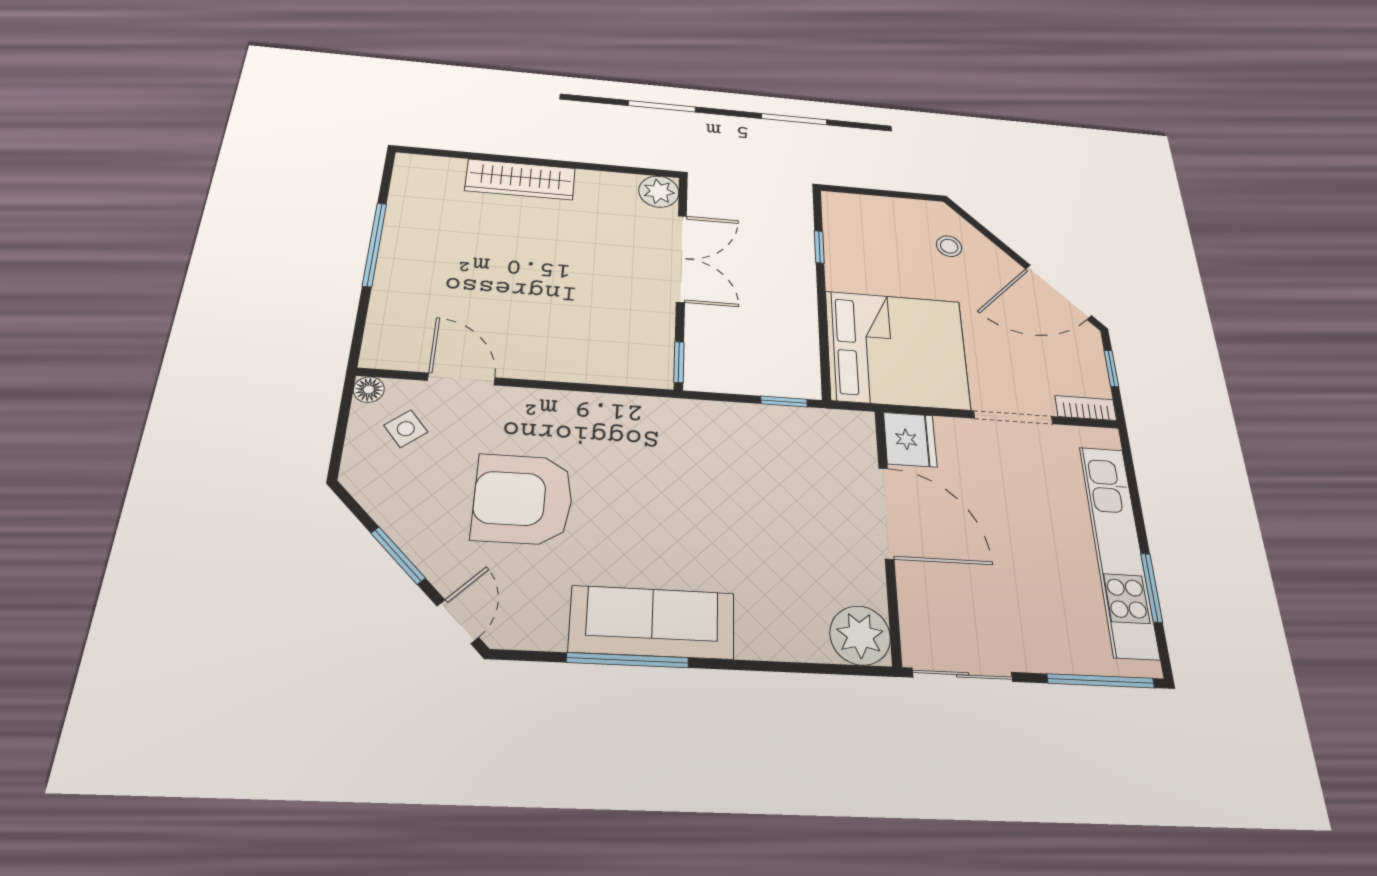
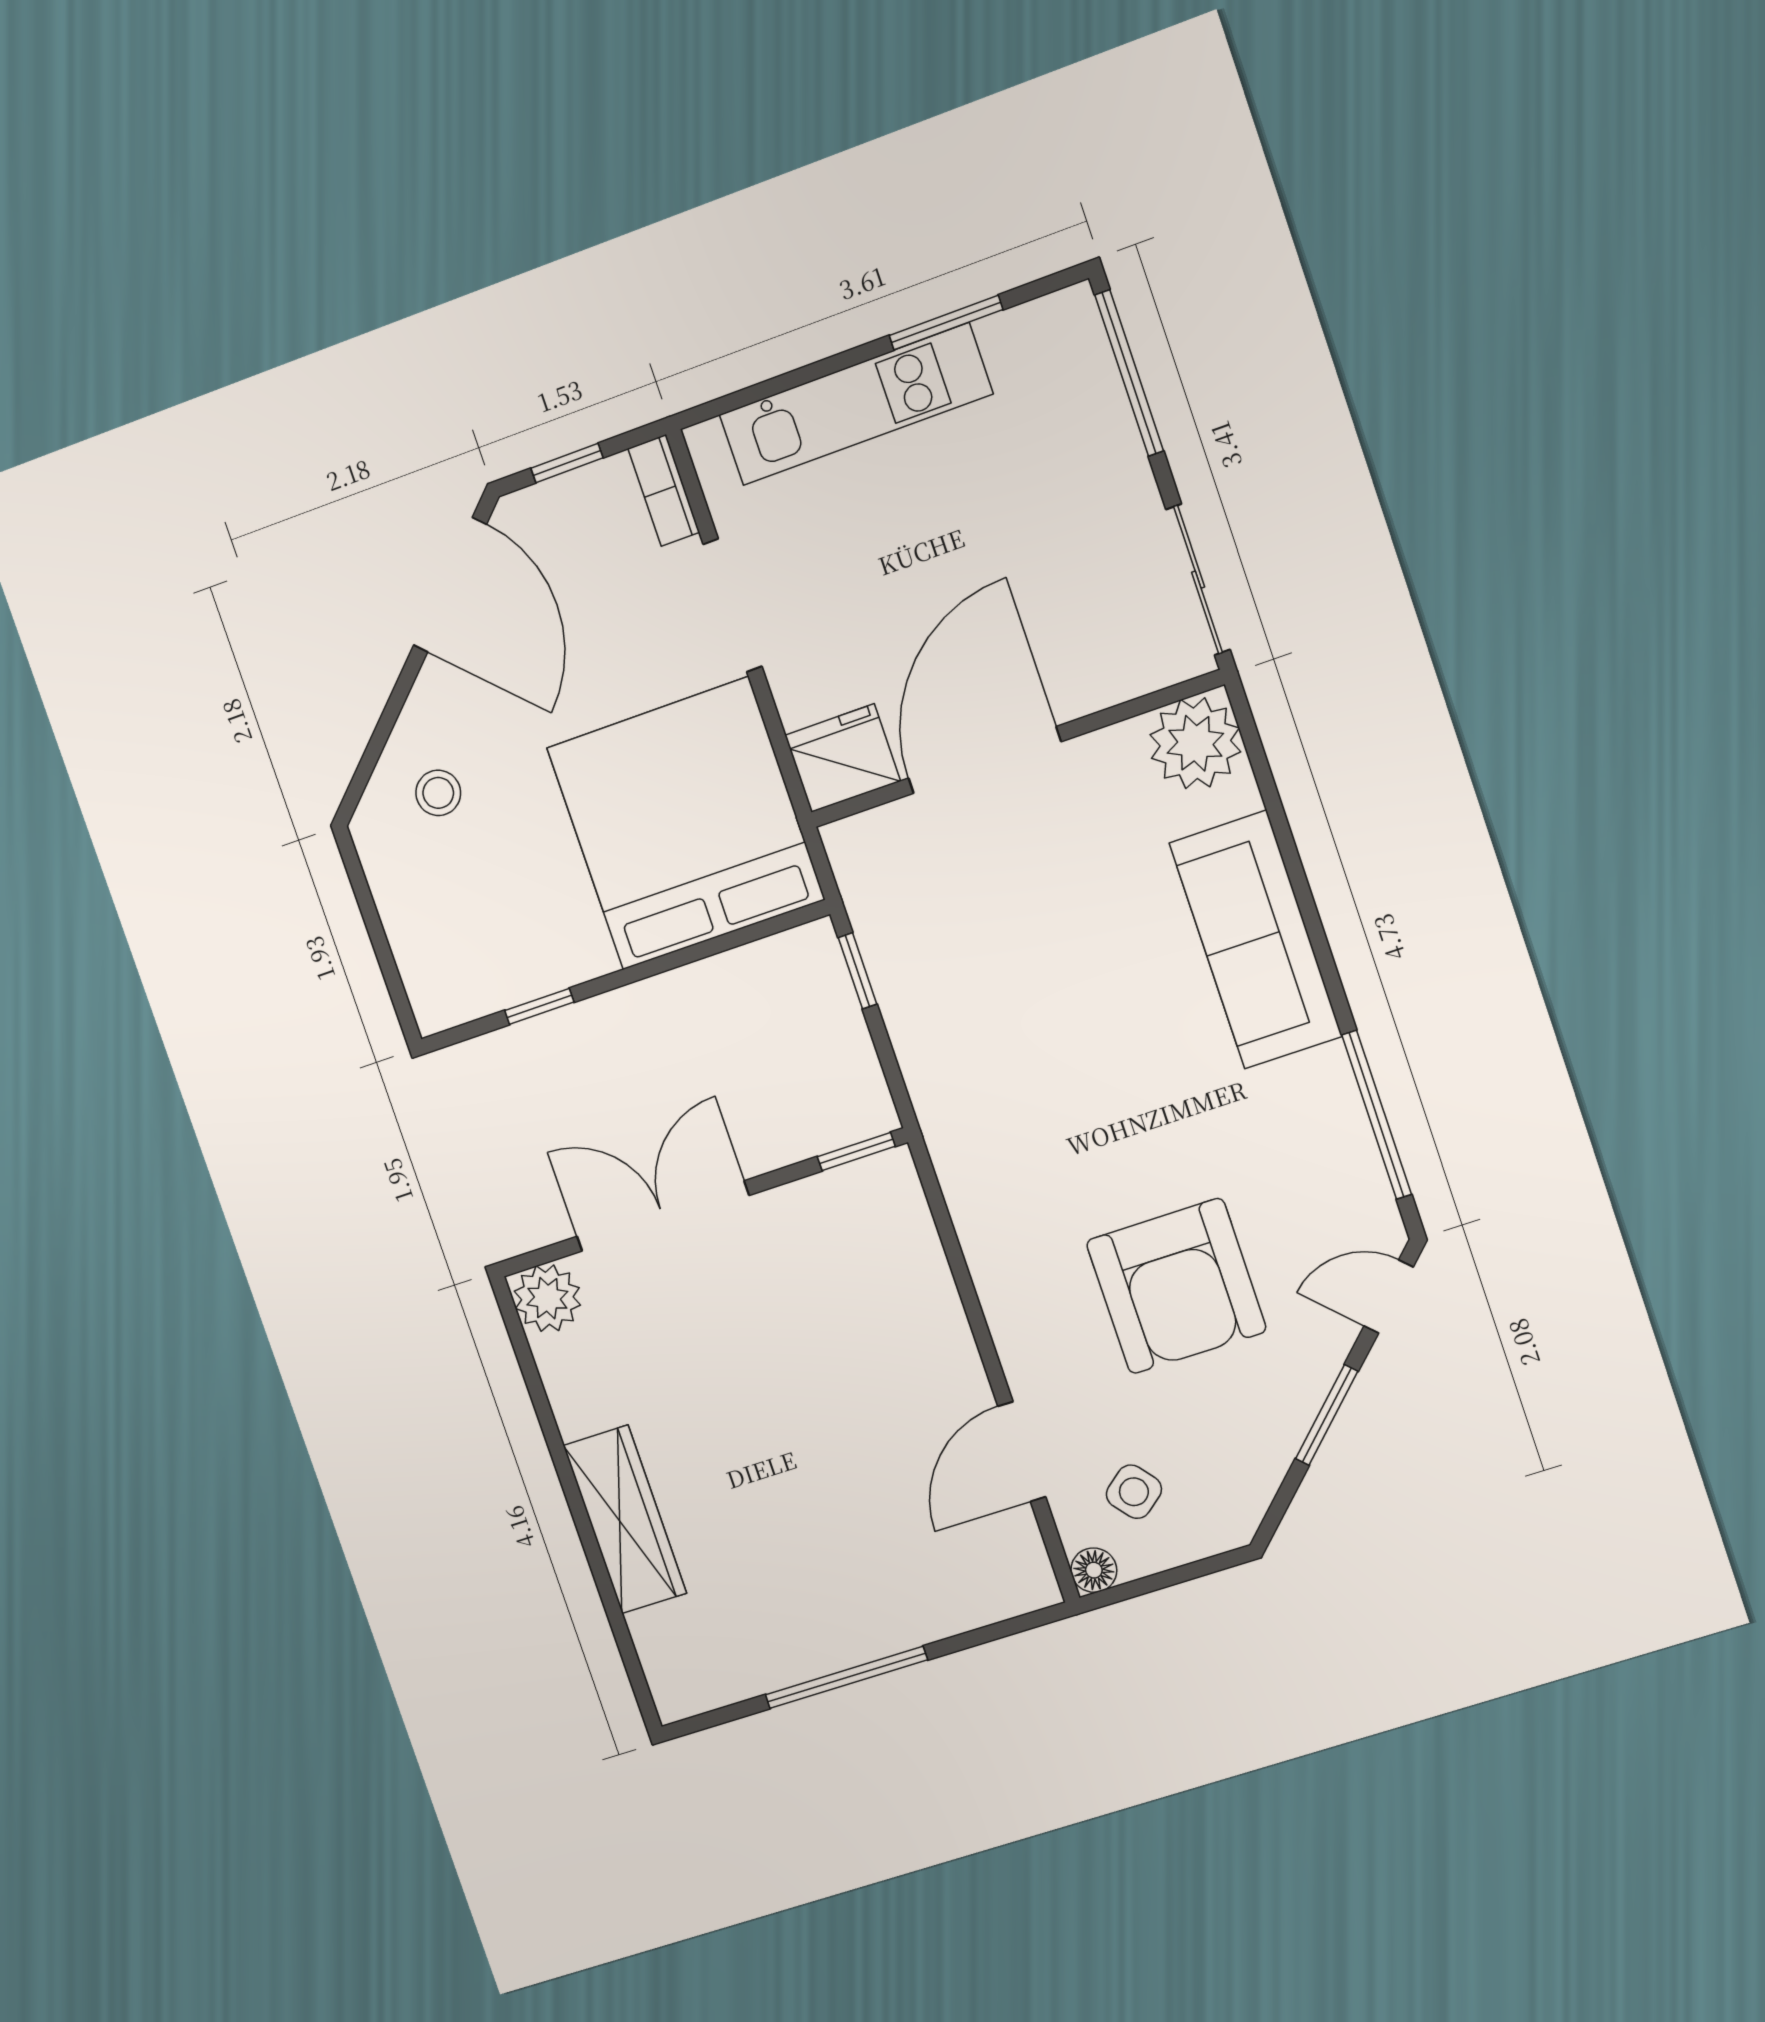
kitchen unit: (1118, 549) -> (856, 404), width x0.73
sofa: (652, 622) -> (1256, 940), moved
window: (628, 660) -> (1377, 1115), moved

